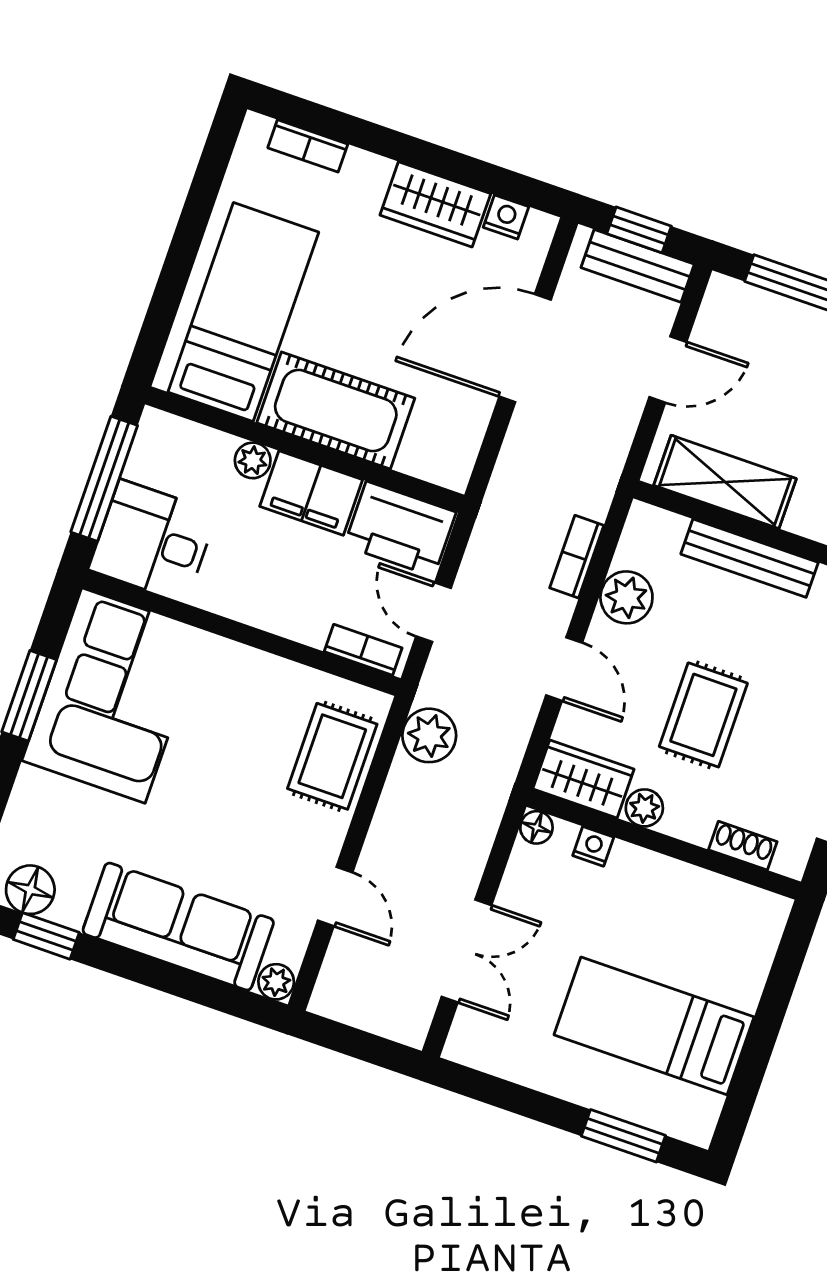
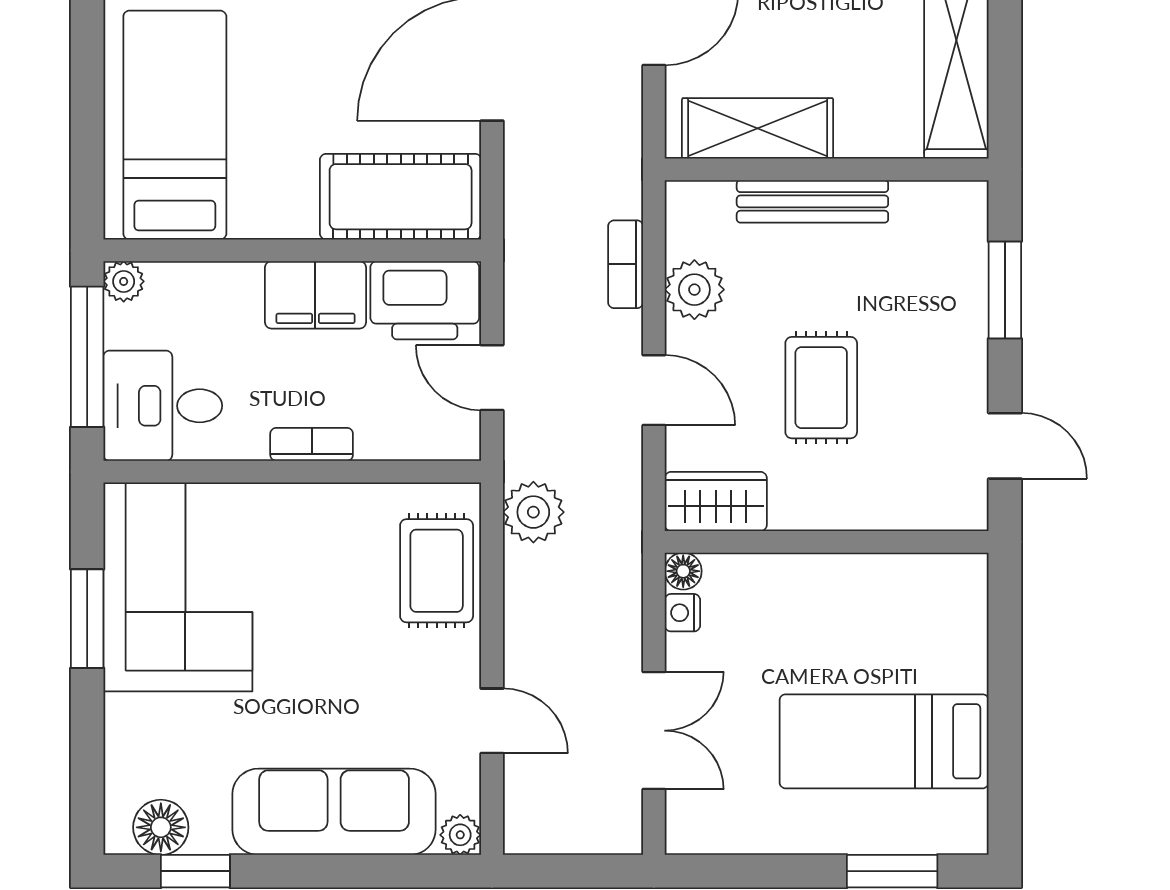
cot: (336, 411) -> (401, 197), moved
plant: (253, 460) -> (124, 281), moved
bookcase: (363, 650) -> (312, 444), moved
plant: (644, 808) -> (792, 510), removed
nightstand: (593, 846) -> (682, 613), moved, turned -90
shoe rack: (743, 846) -> (912, 514), removed

